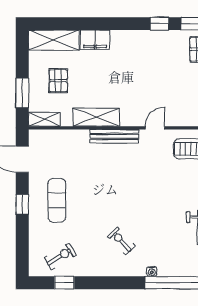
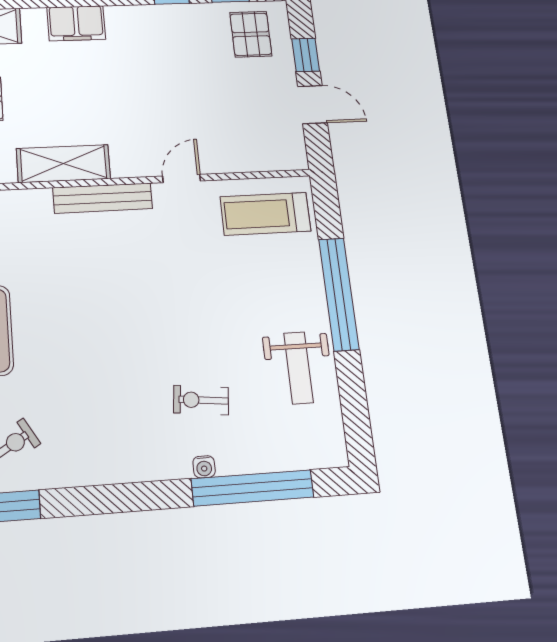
filing cabinet: (95, 40) -> (76, 23), moved
exercise bike: (121, 241) -> (201, 400), moved, turned -40

